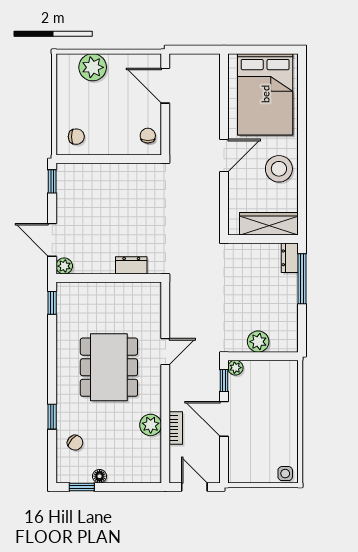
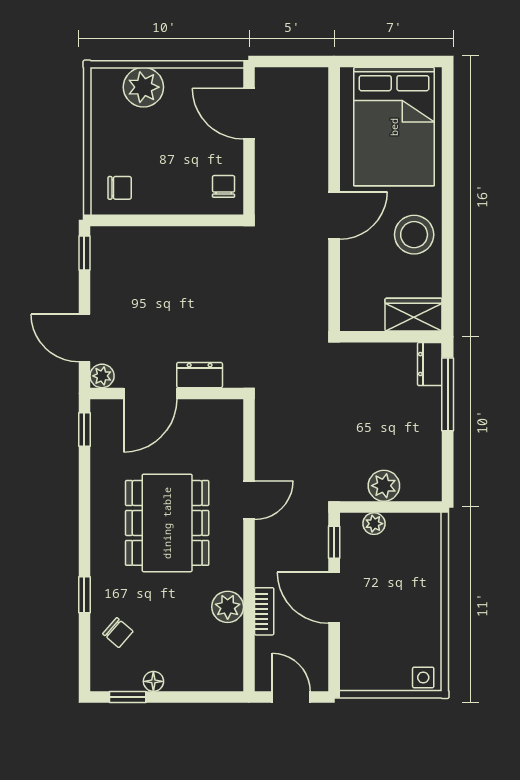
wardrobe: (269, 224) -> (414, 315), width x0.67
door: (97, 278) -> (150, 393), added
plant: (235, 368) -> (374, 524), moved

